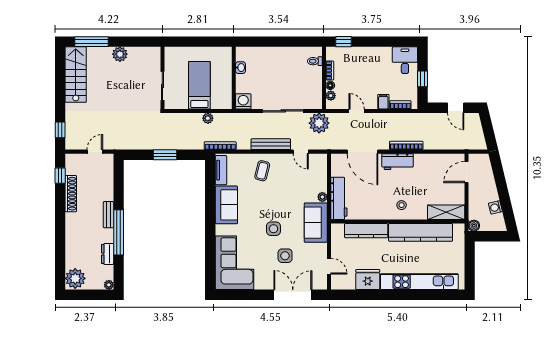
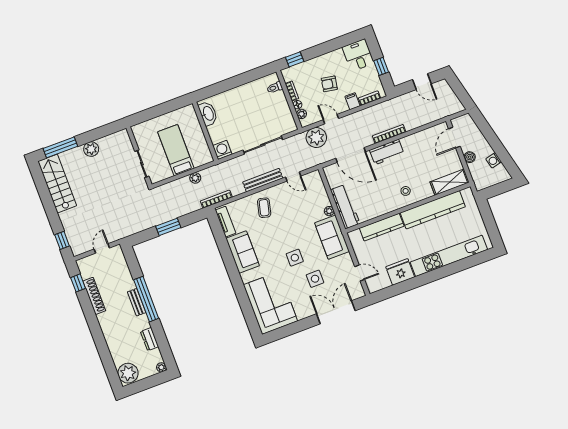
washbasin: (240, 68) -> (208, 114), width x1.91, depth x1.45
armchair: (368, 77) -> (329, 84), added
plant: (319, 123) -> (316, 138), moved
boiler: (474, 226) -> (470, 157), moved
window: (119, 232) -> (146, 299), moved

